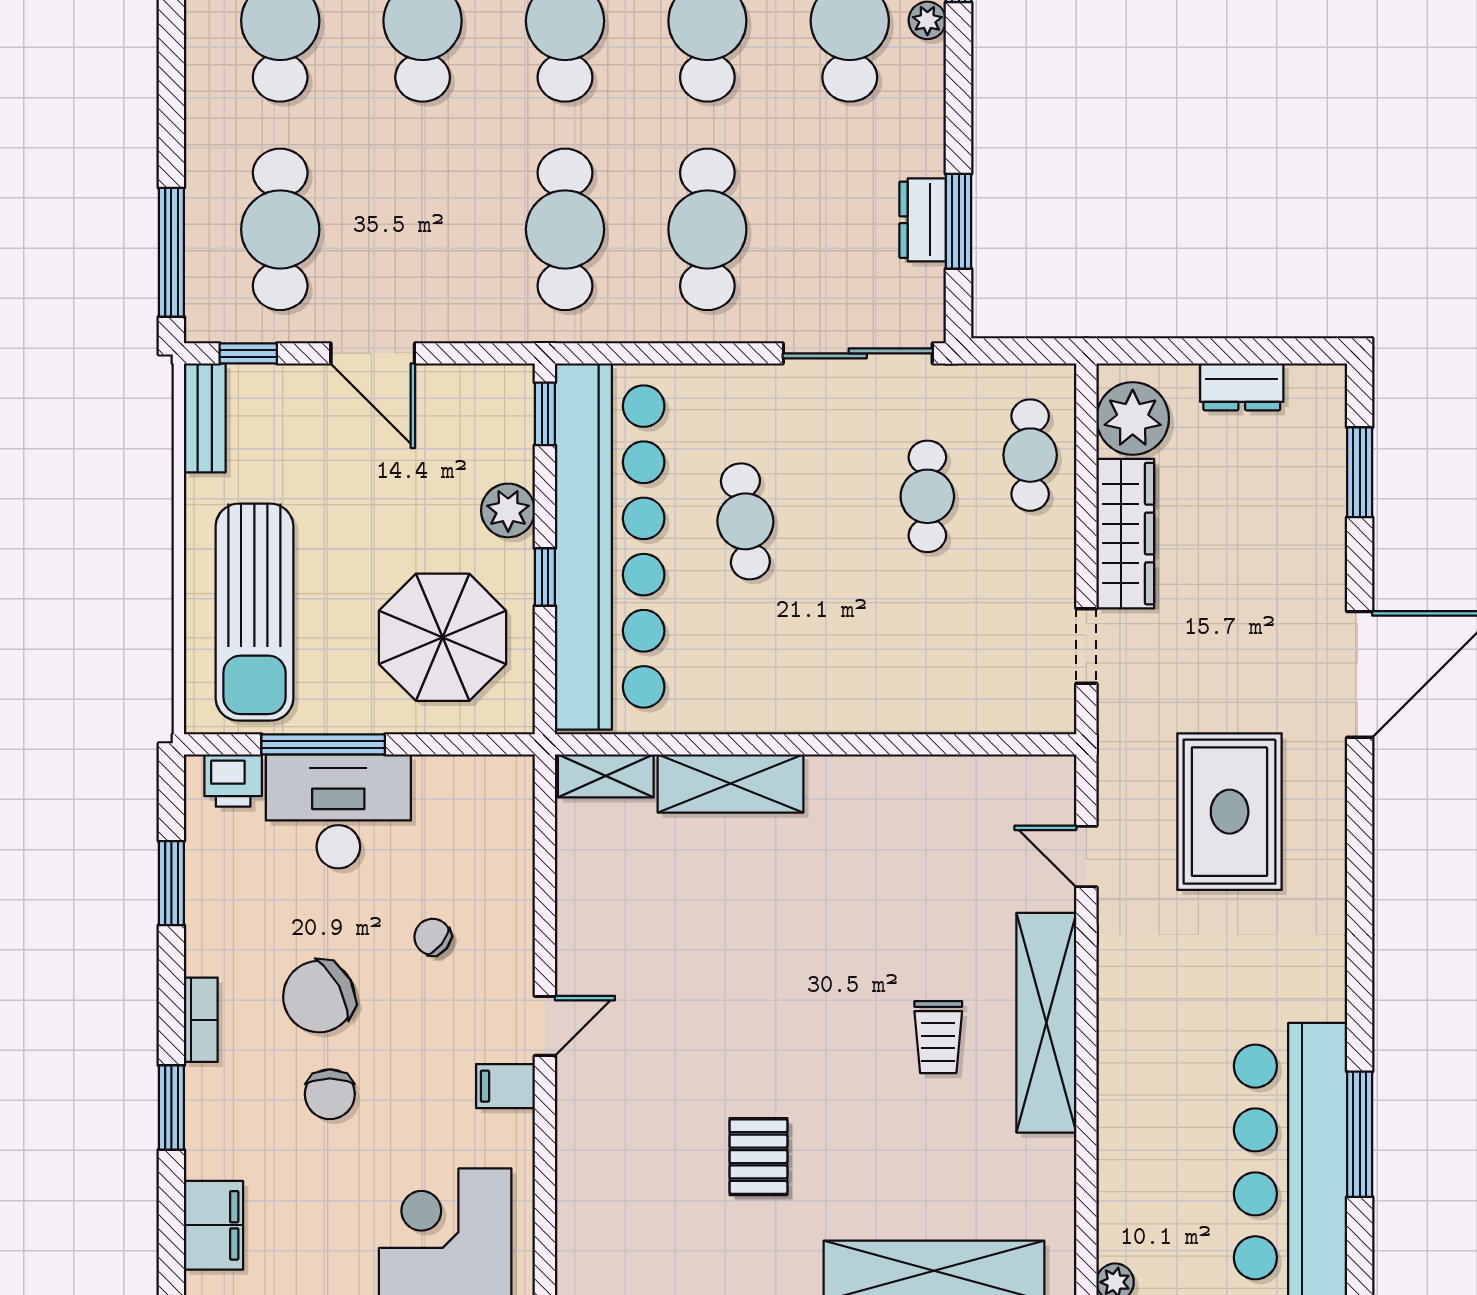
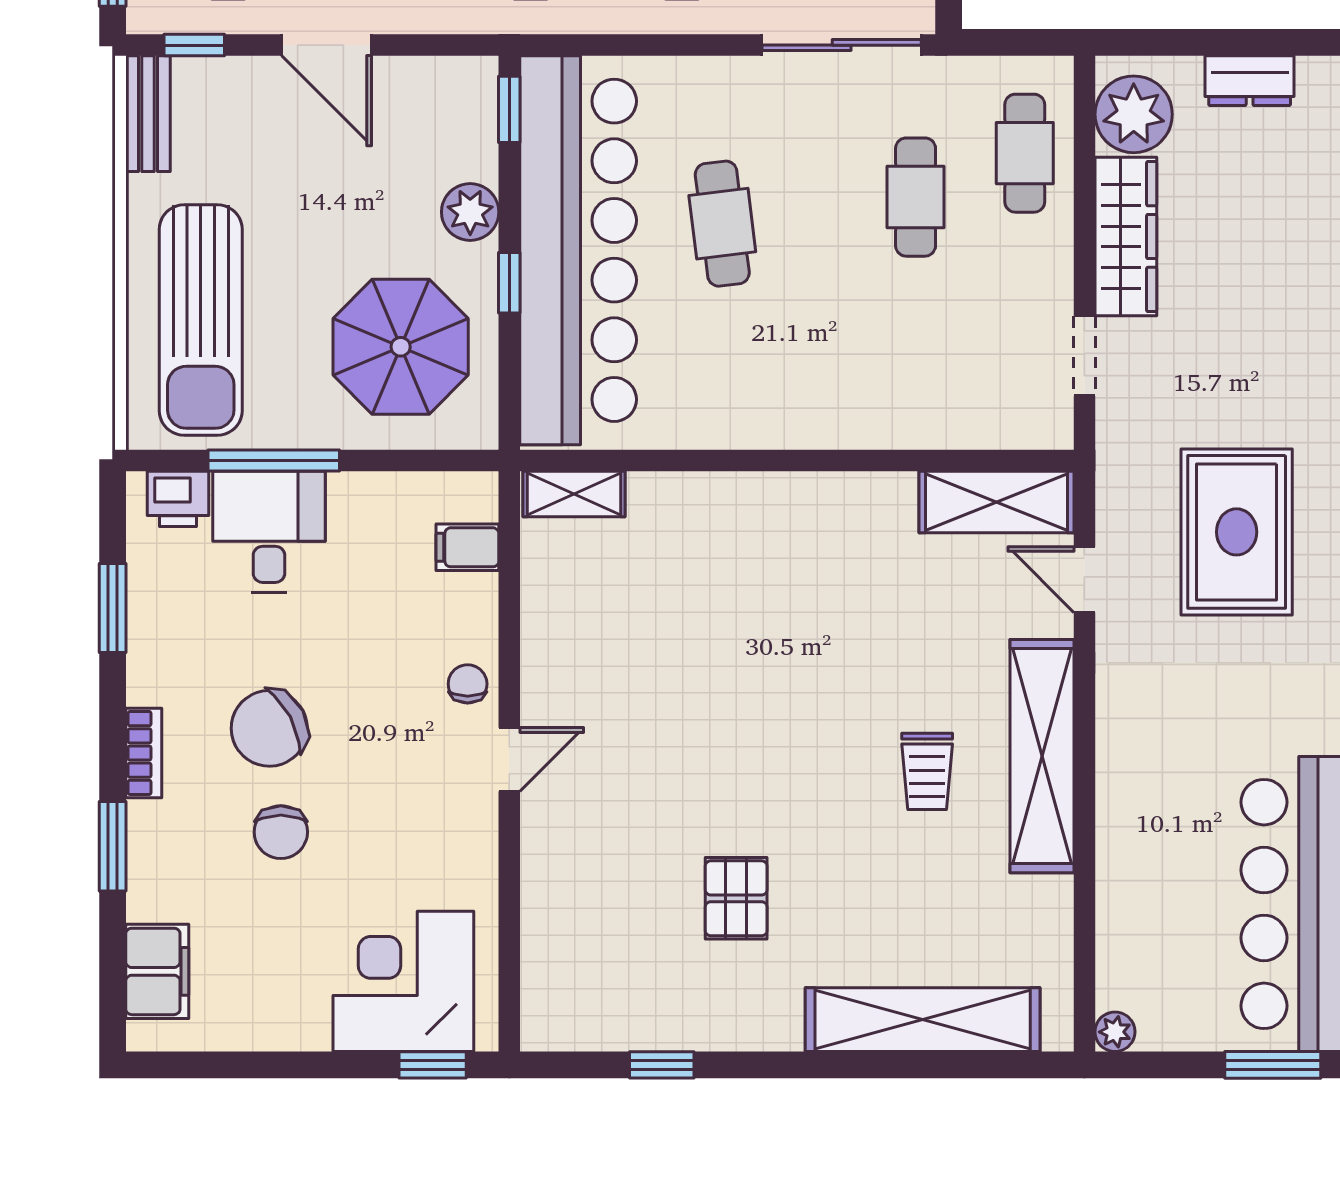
shelving: (731, 783) -> (996, 502), moved
desk: (338, 811) -> (269, 532), width x0.73
chair: (433, 937) -> (468, 684), moved, turned 52
filing cabinet: (506, 1086) -> (467, 547), moved

